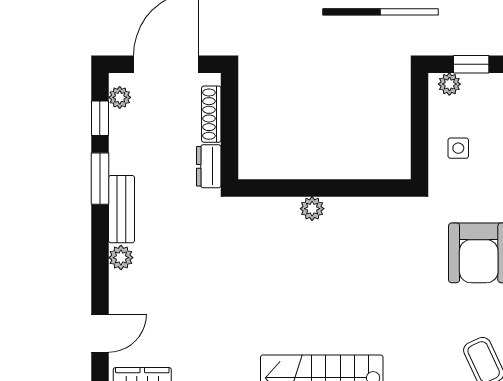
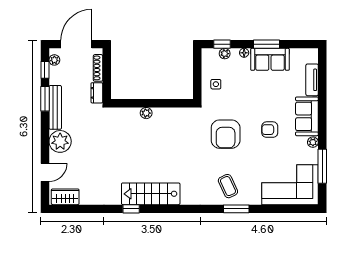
plant: (449, 84) -> (225, 54), moved
bench: (121, 209) -> (55, 107), width x1.36
plant: (121, 258) -> (60, 141), width x1.87, depth x1.87

